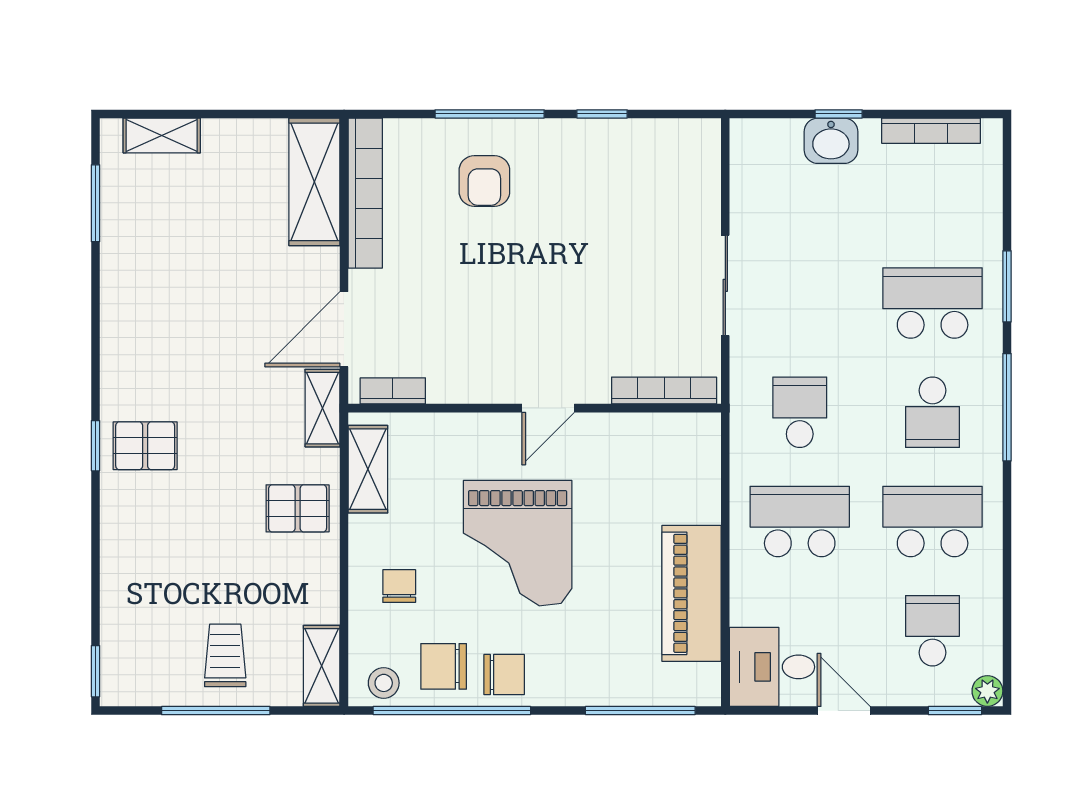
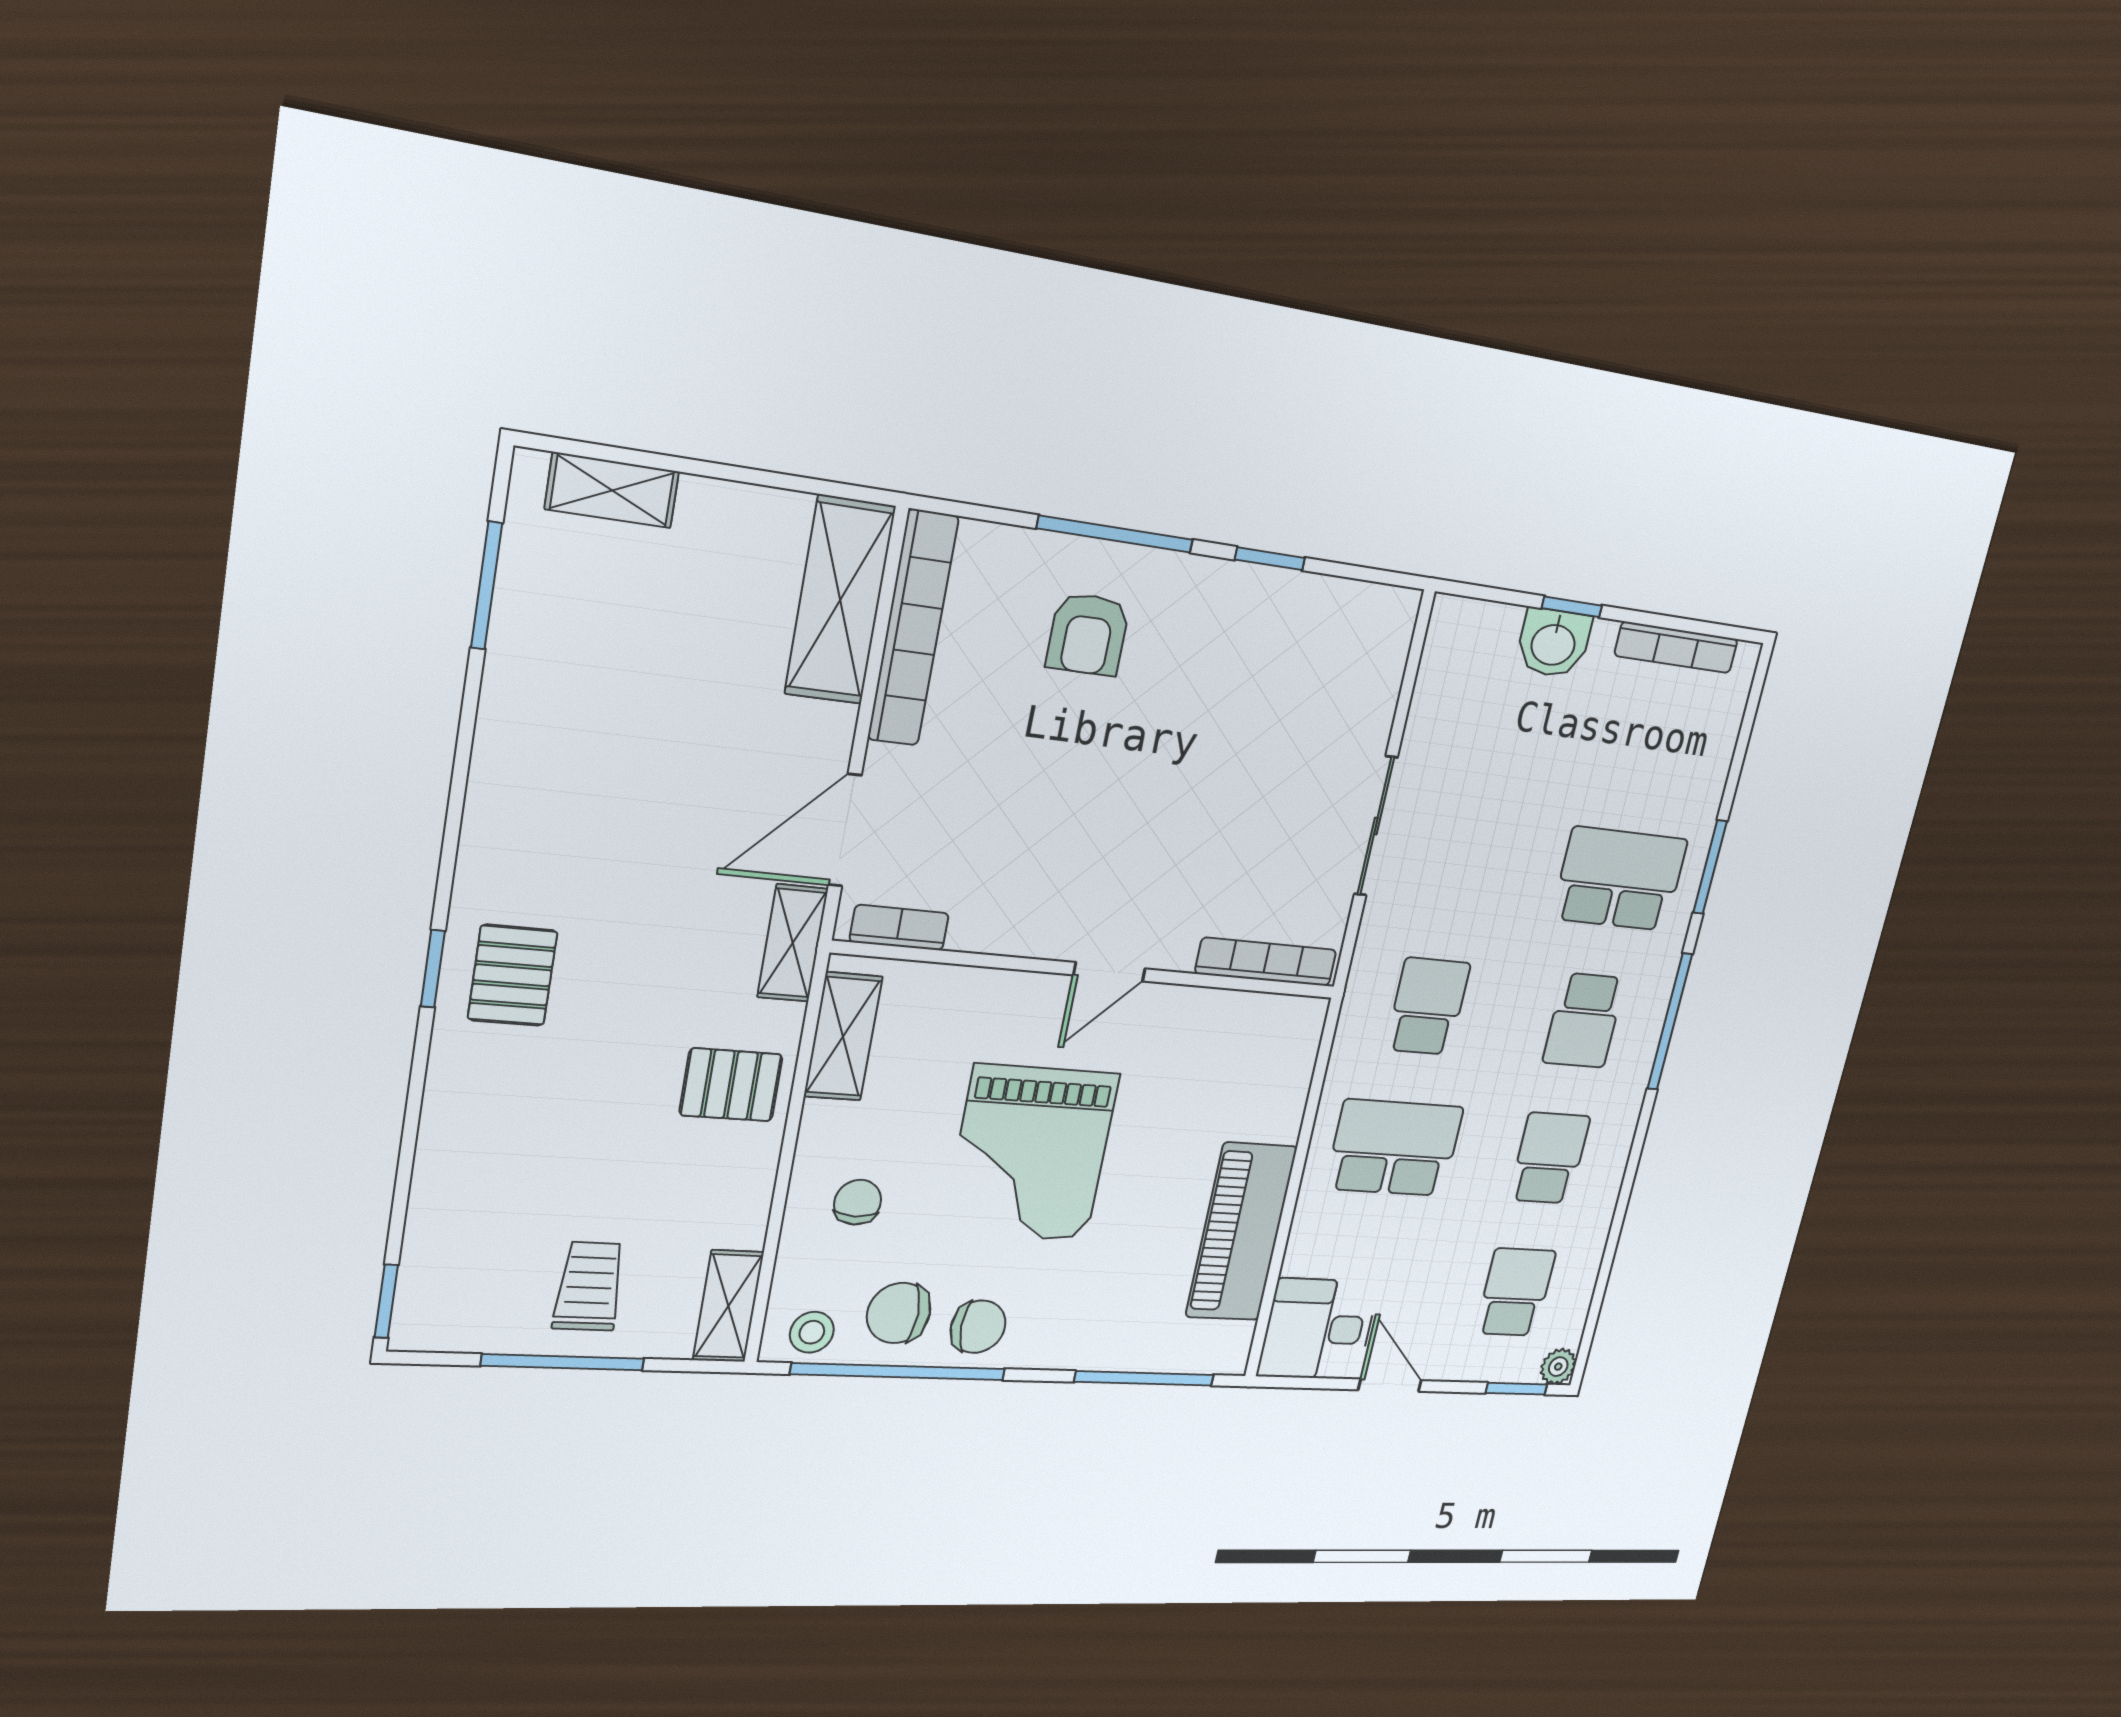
pallet: (145, 446) -> (513, 975), turned 90
school desk: (933, 521) -> (1549, 1158), width x0.54

